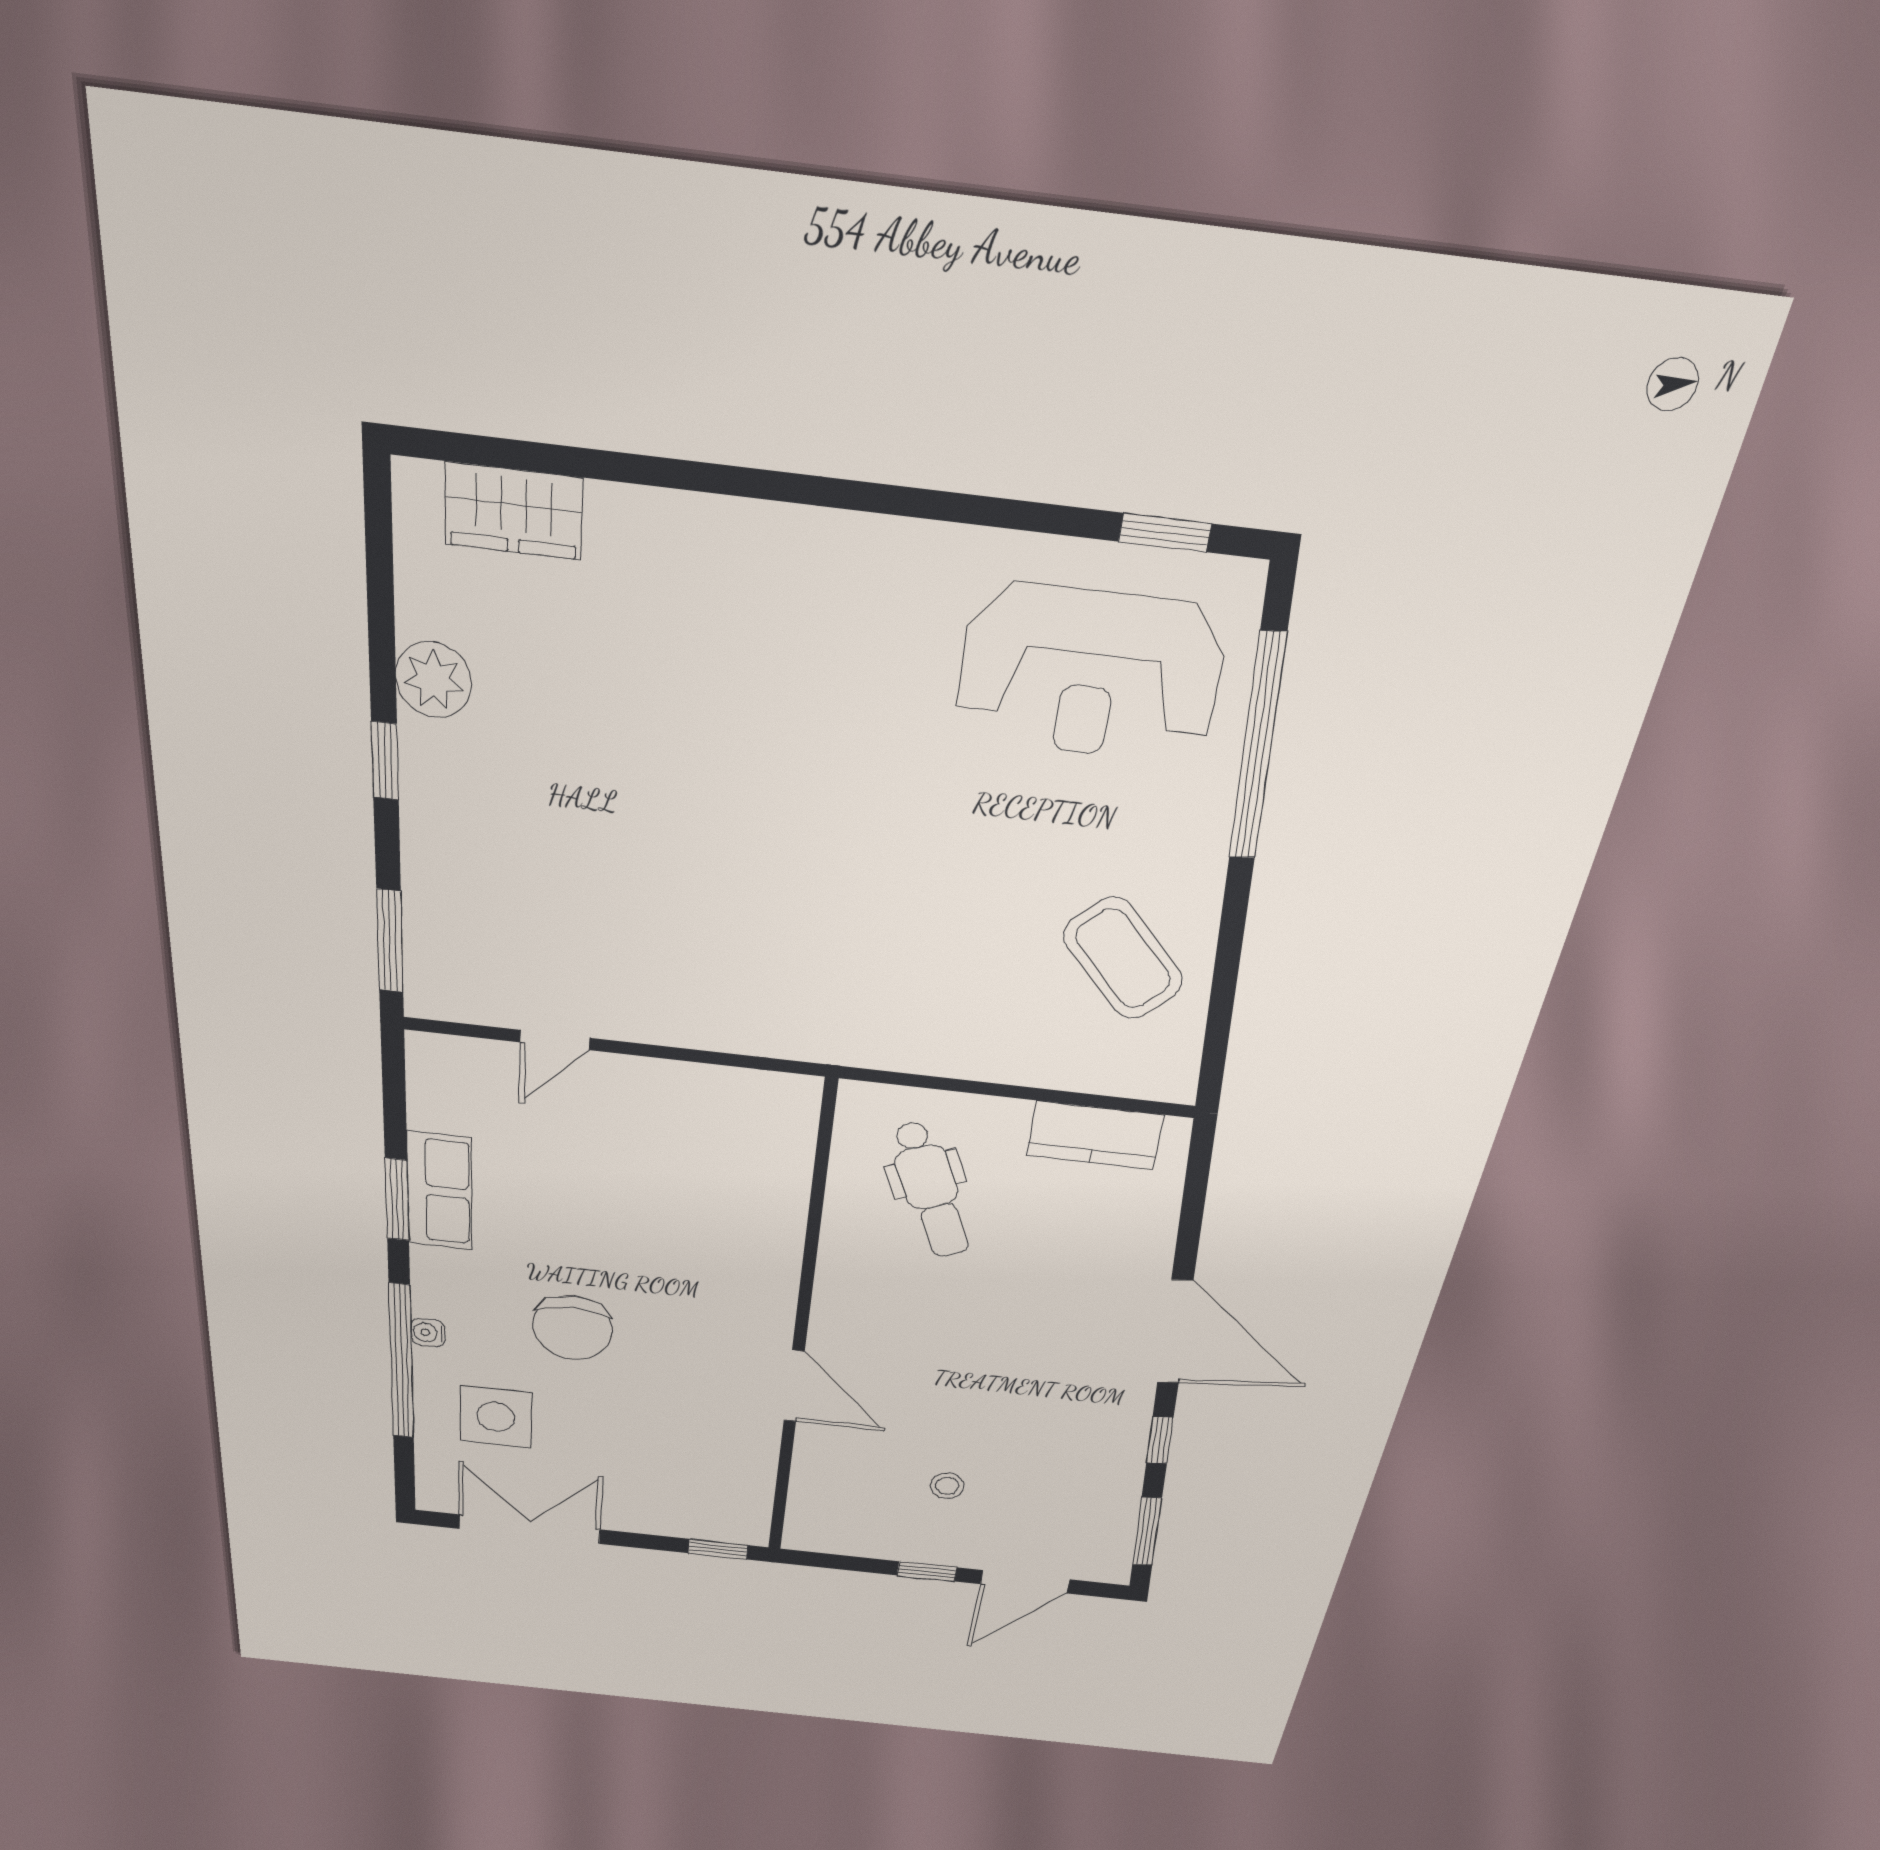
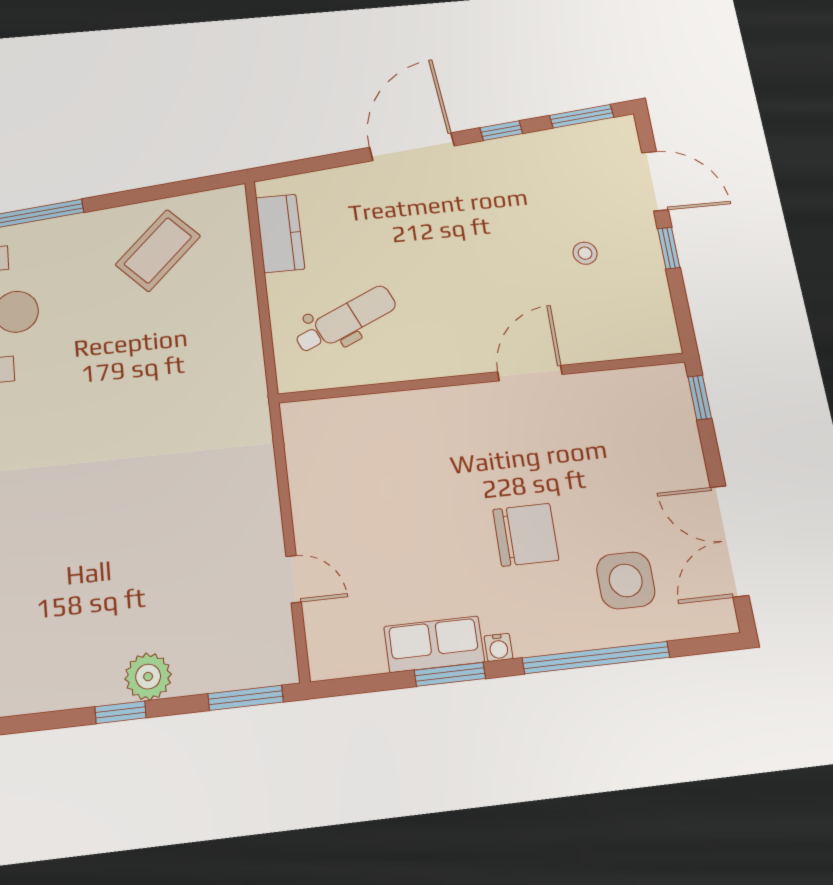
plant: (434, 680) -> (148, 677), moved
water cooler: (428, 1333) -> (498, 647), moved

